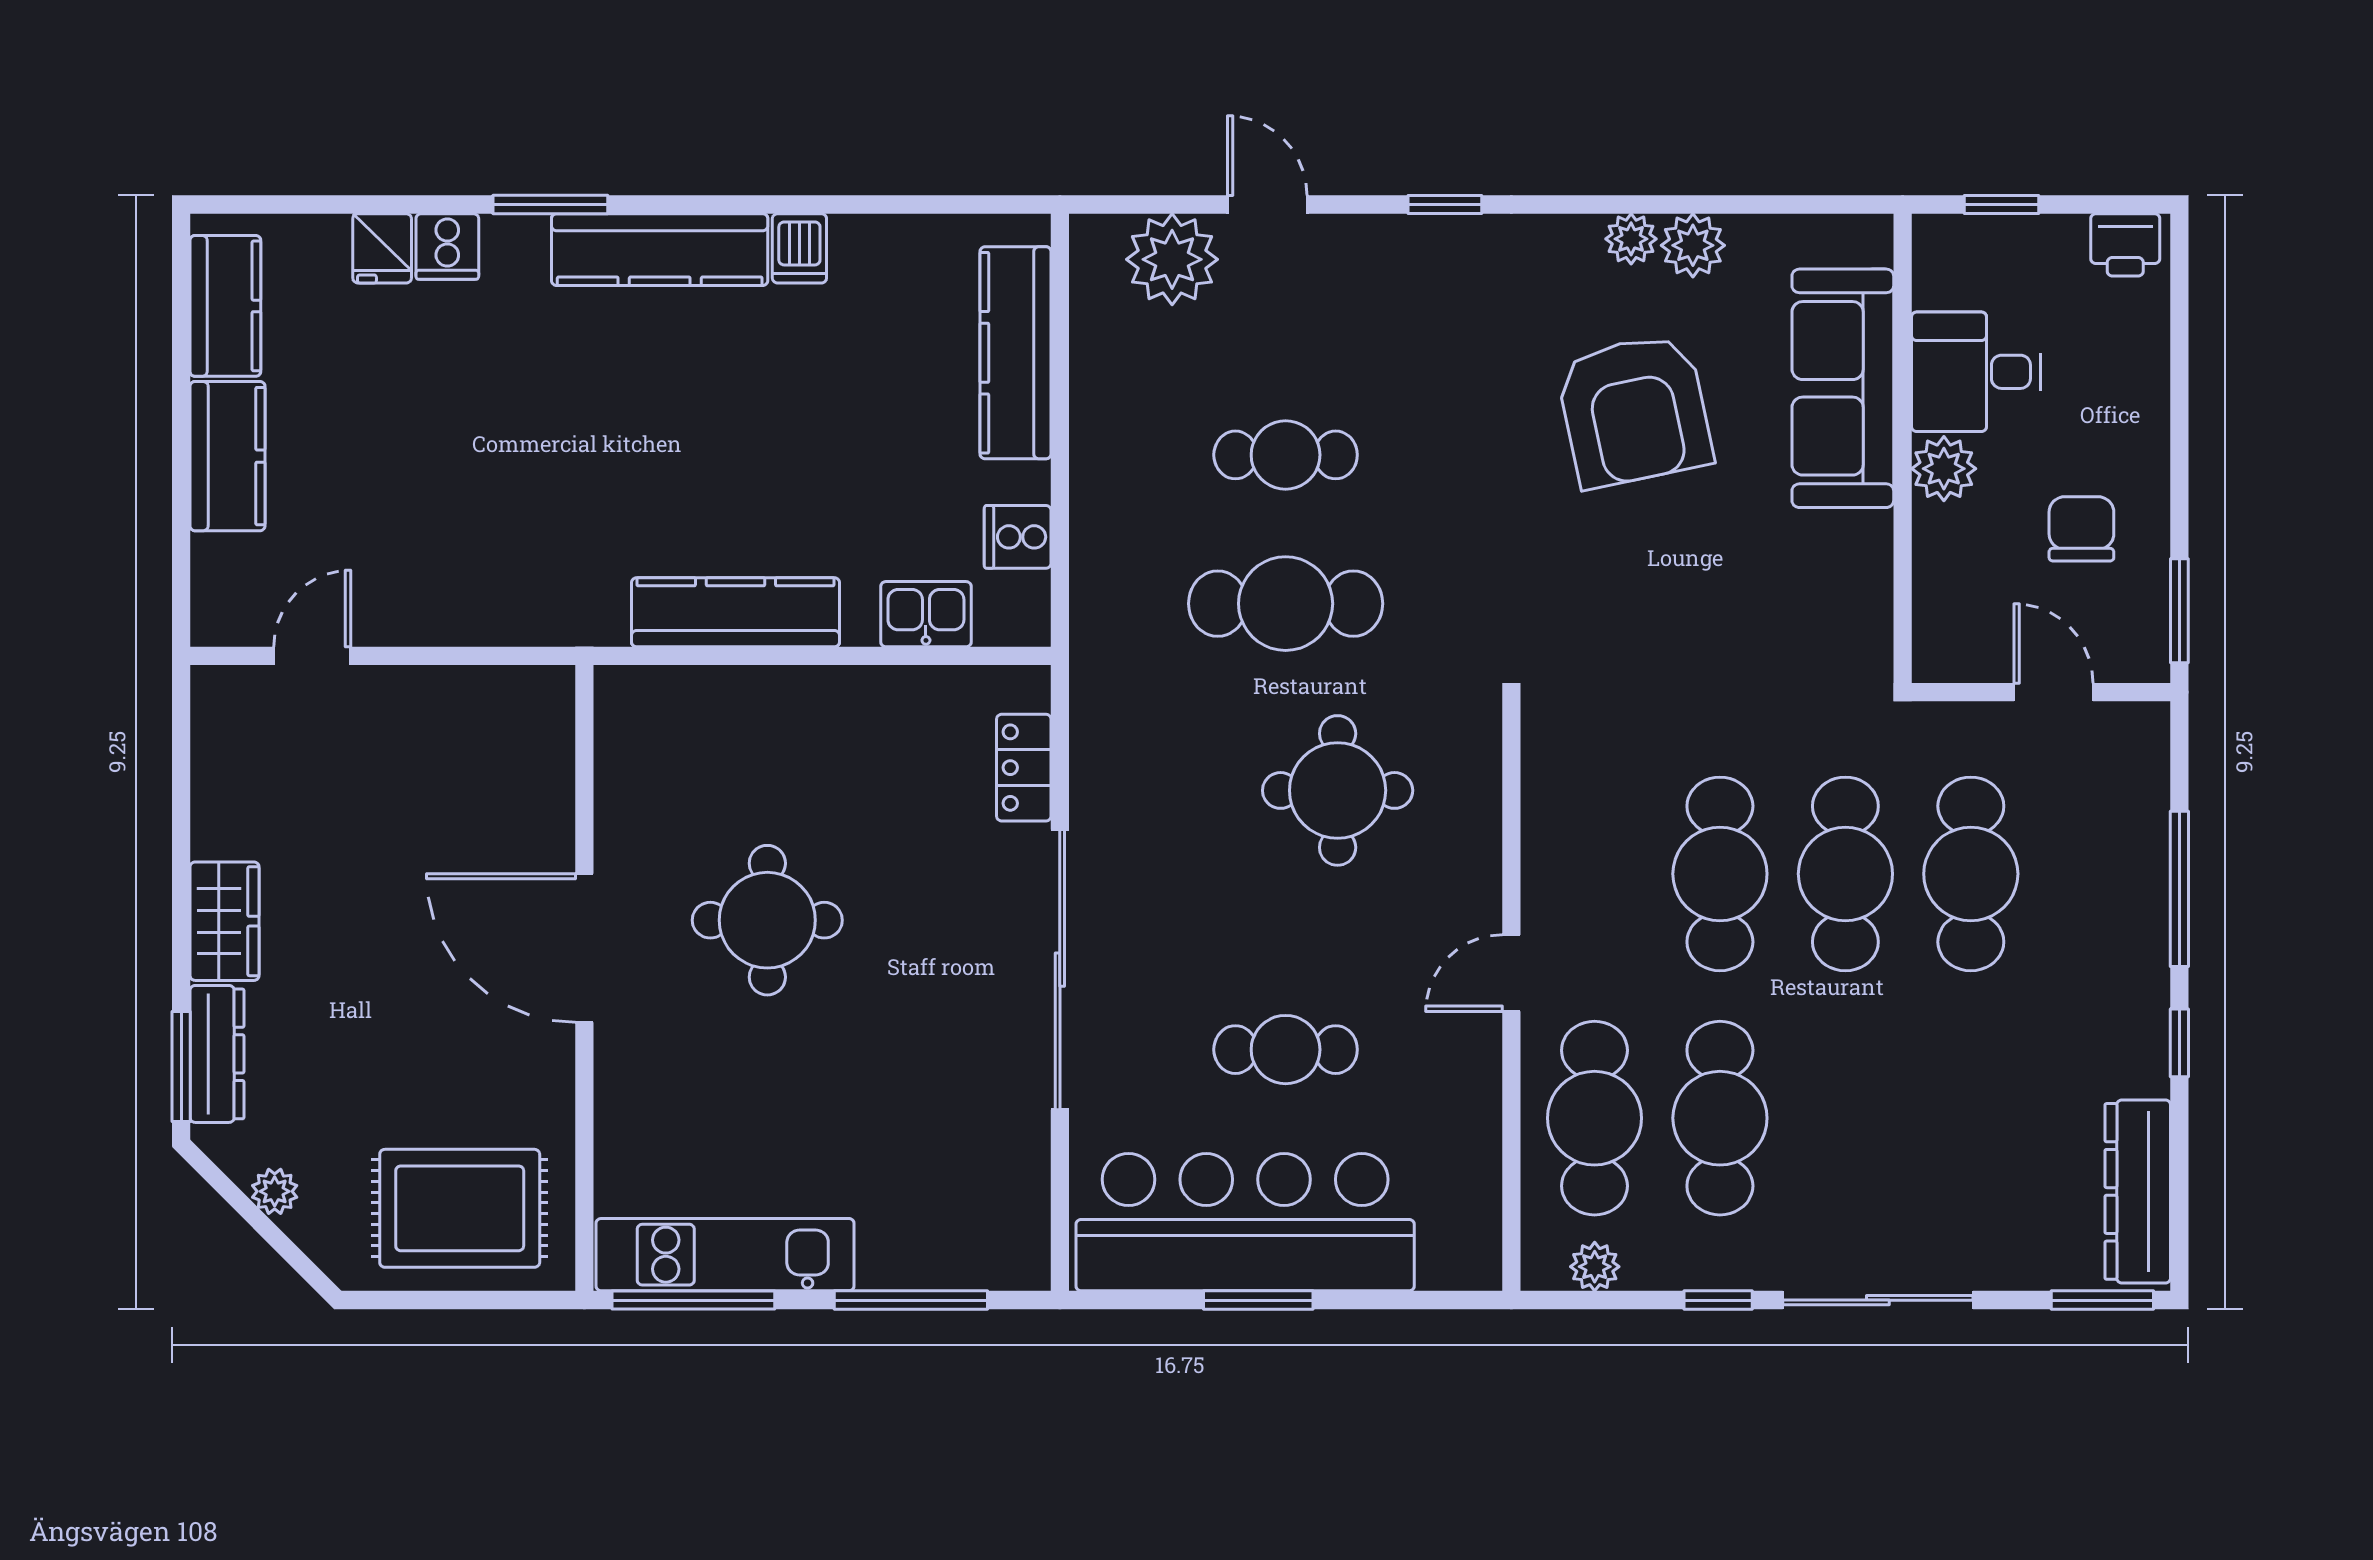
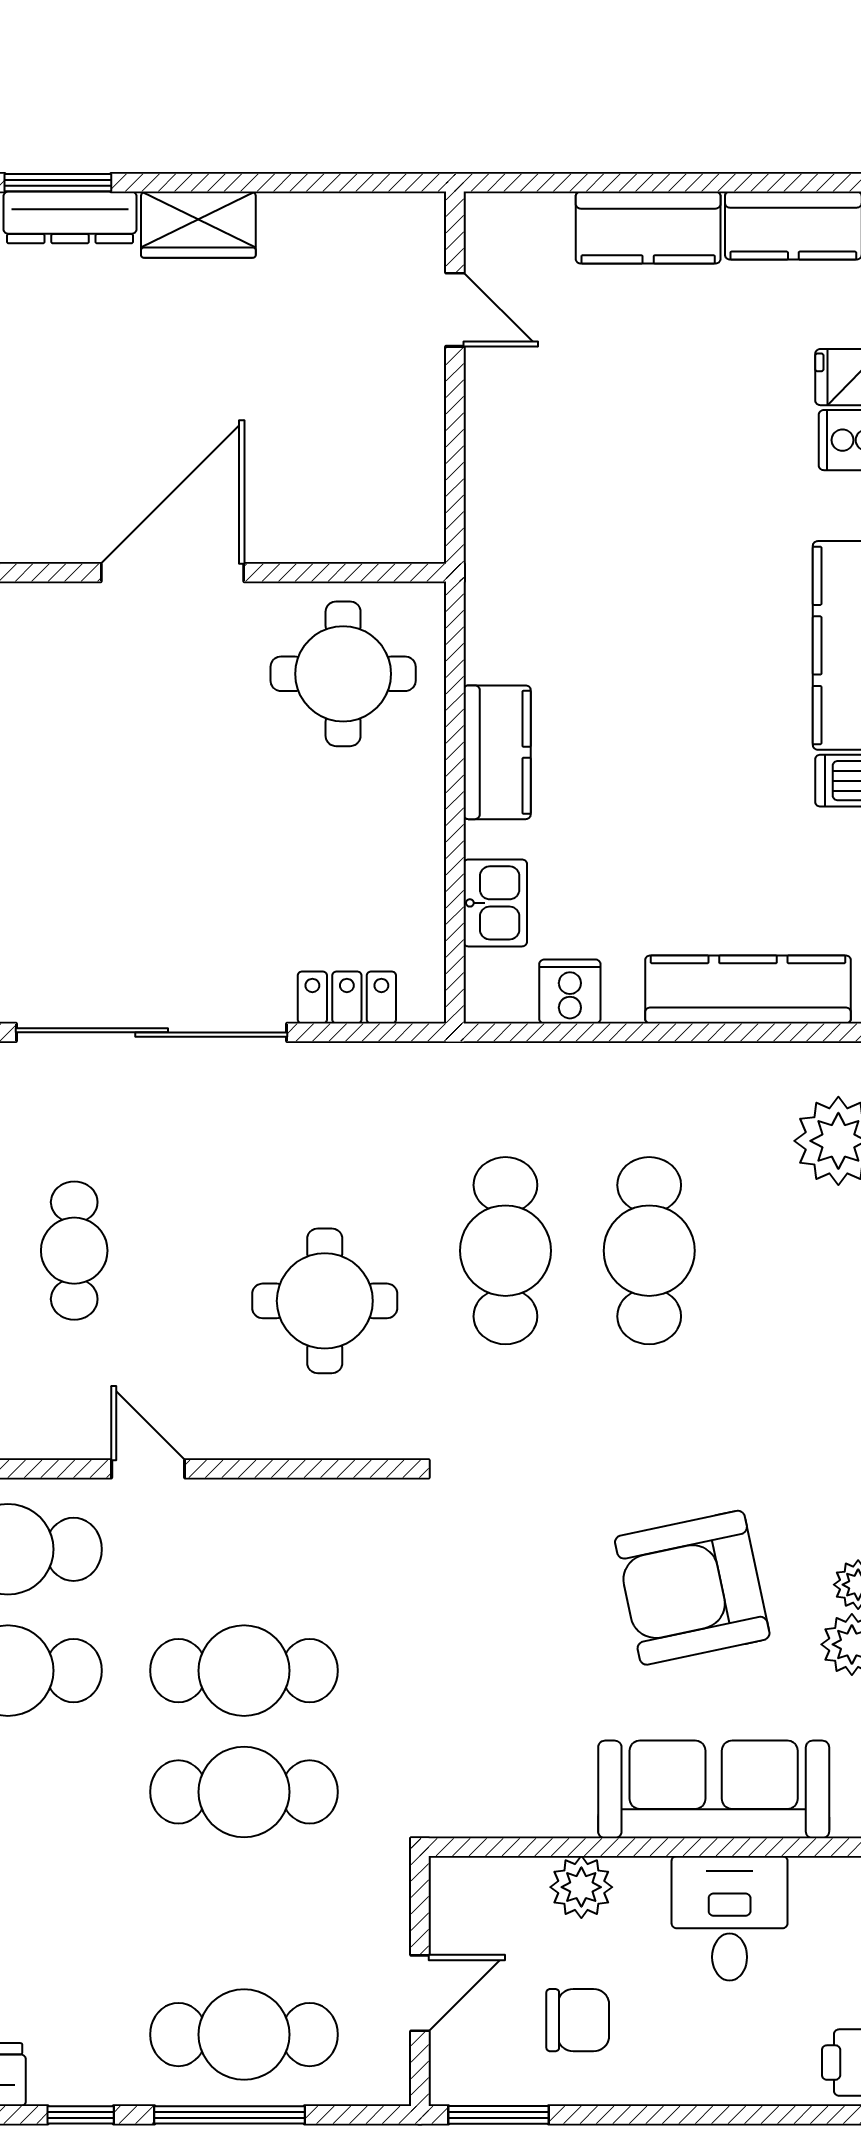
cafe table: (1286, 455) -> (649, 1251), width x1.37, depth x1.35
plant: (1944, 469) -> (581, 1887), moved
kitchen counter: (735, 612) -> (497, 752), width x0.67
cafe table: (1971, 874) -> (244, 2035), moved
round table: (767, 920) -> (343, 674), moved

